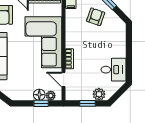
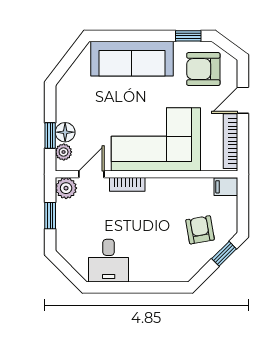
armchair: (96, 17) -> (200, 230), turned -119
plant: (99, 94) -> (66, 188), moved

